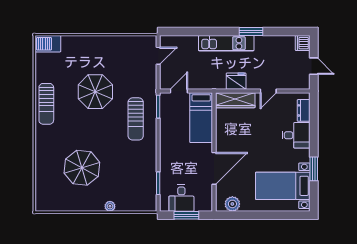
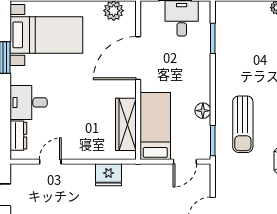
door: (268, 91) -> (50, 162), moved
wardrobe: (235, 100) -> (126, 124), moved, turned -90
sun lounger: (136, 119) -> (243, 124), turned 180
floor lamp: (166, 129) -> (203, 111), added

